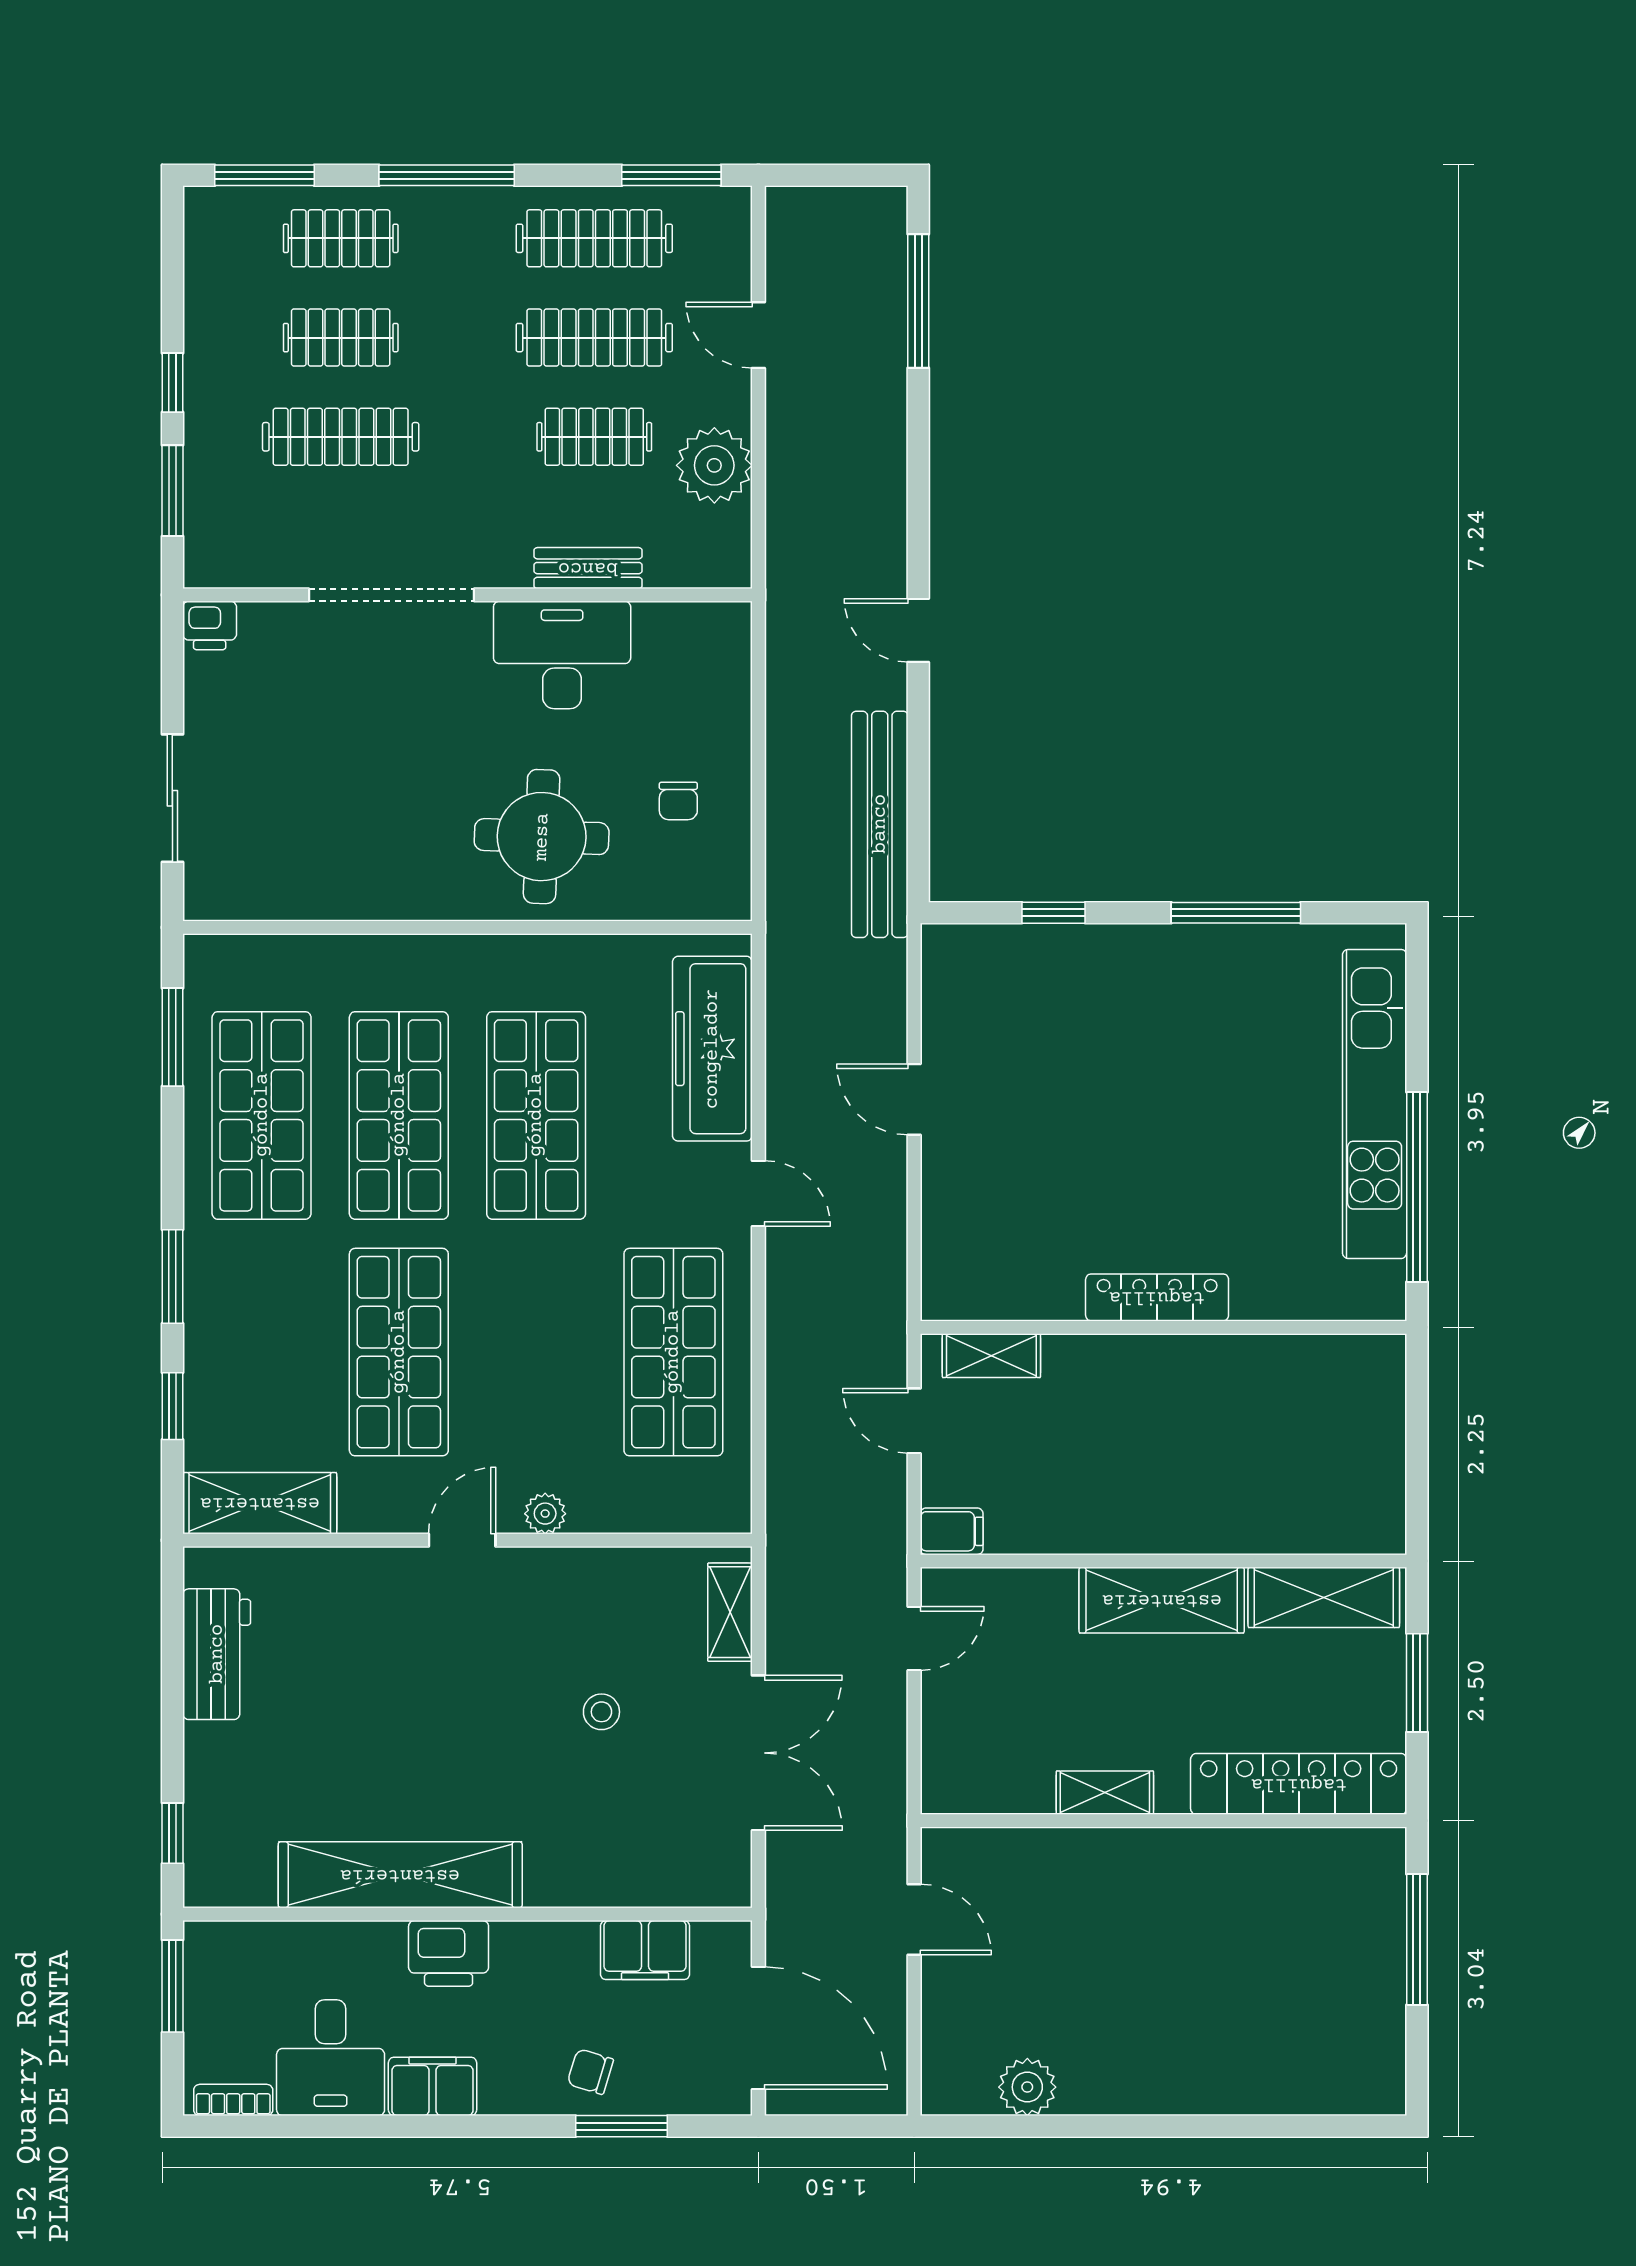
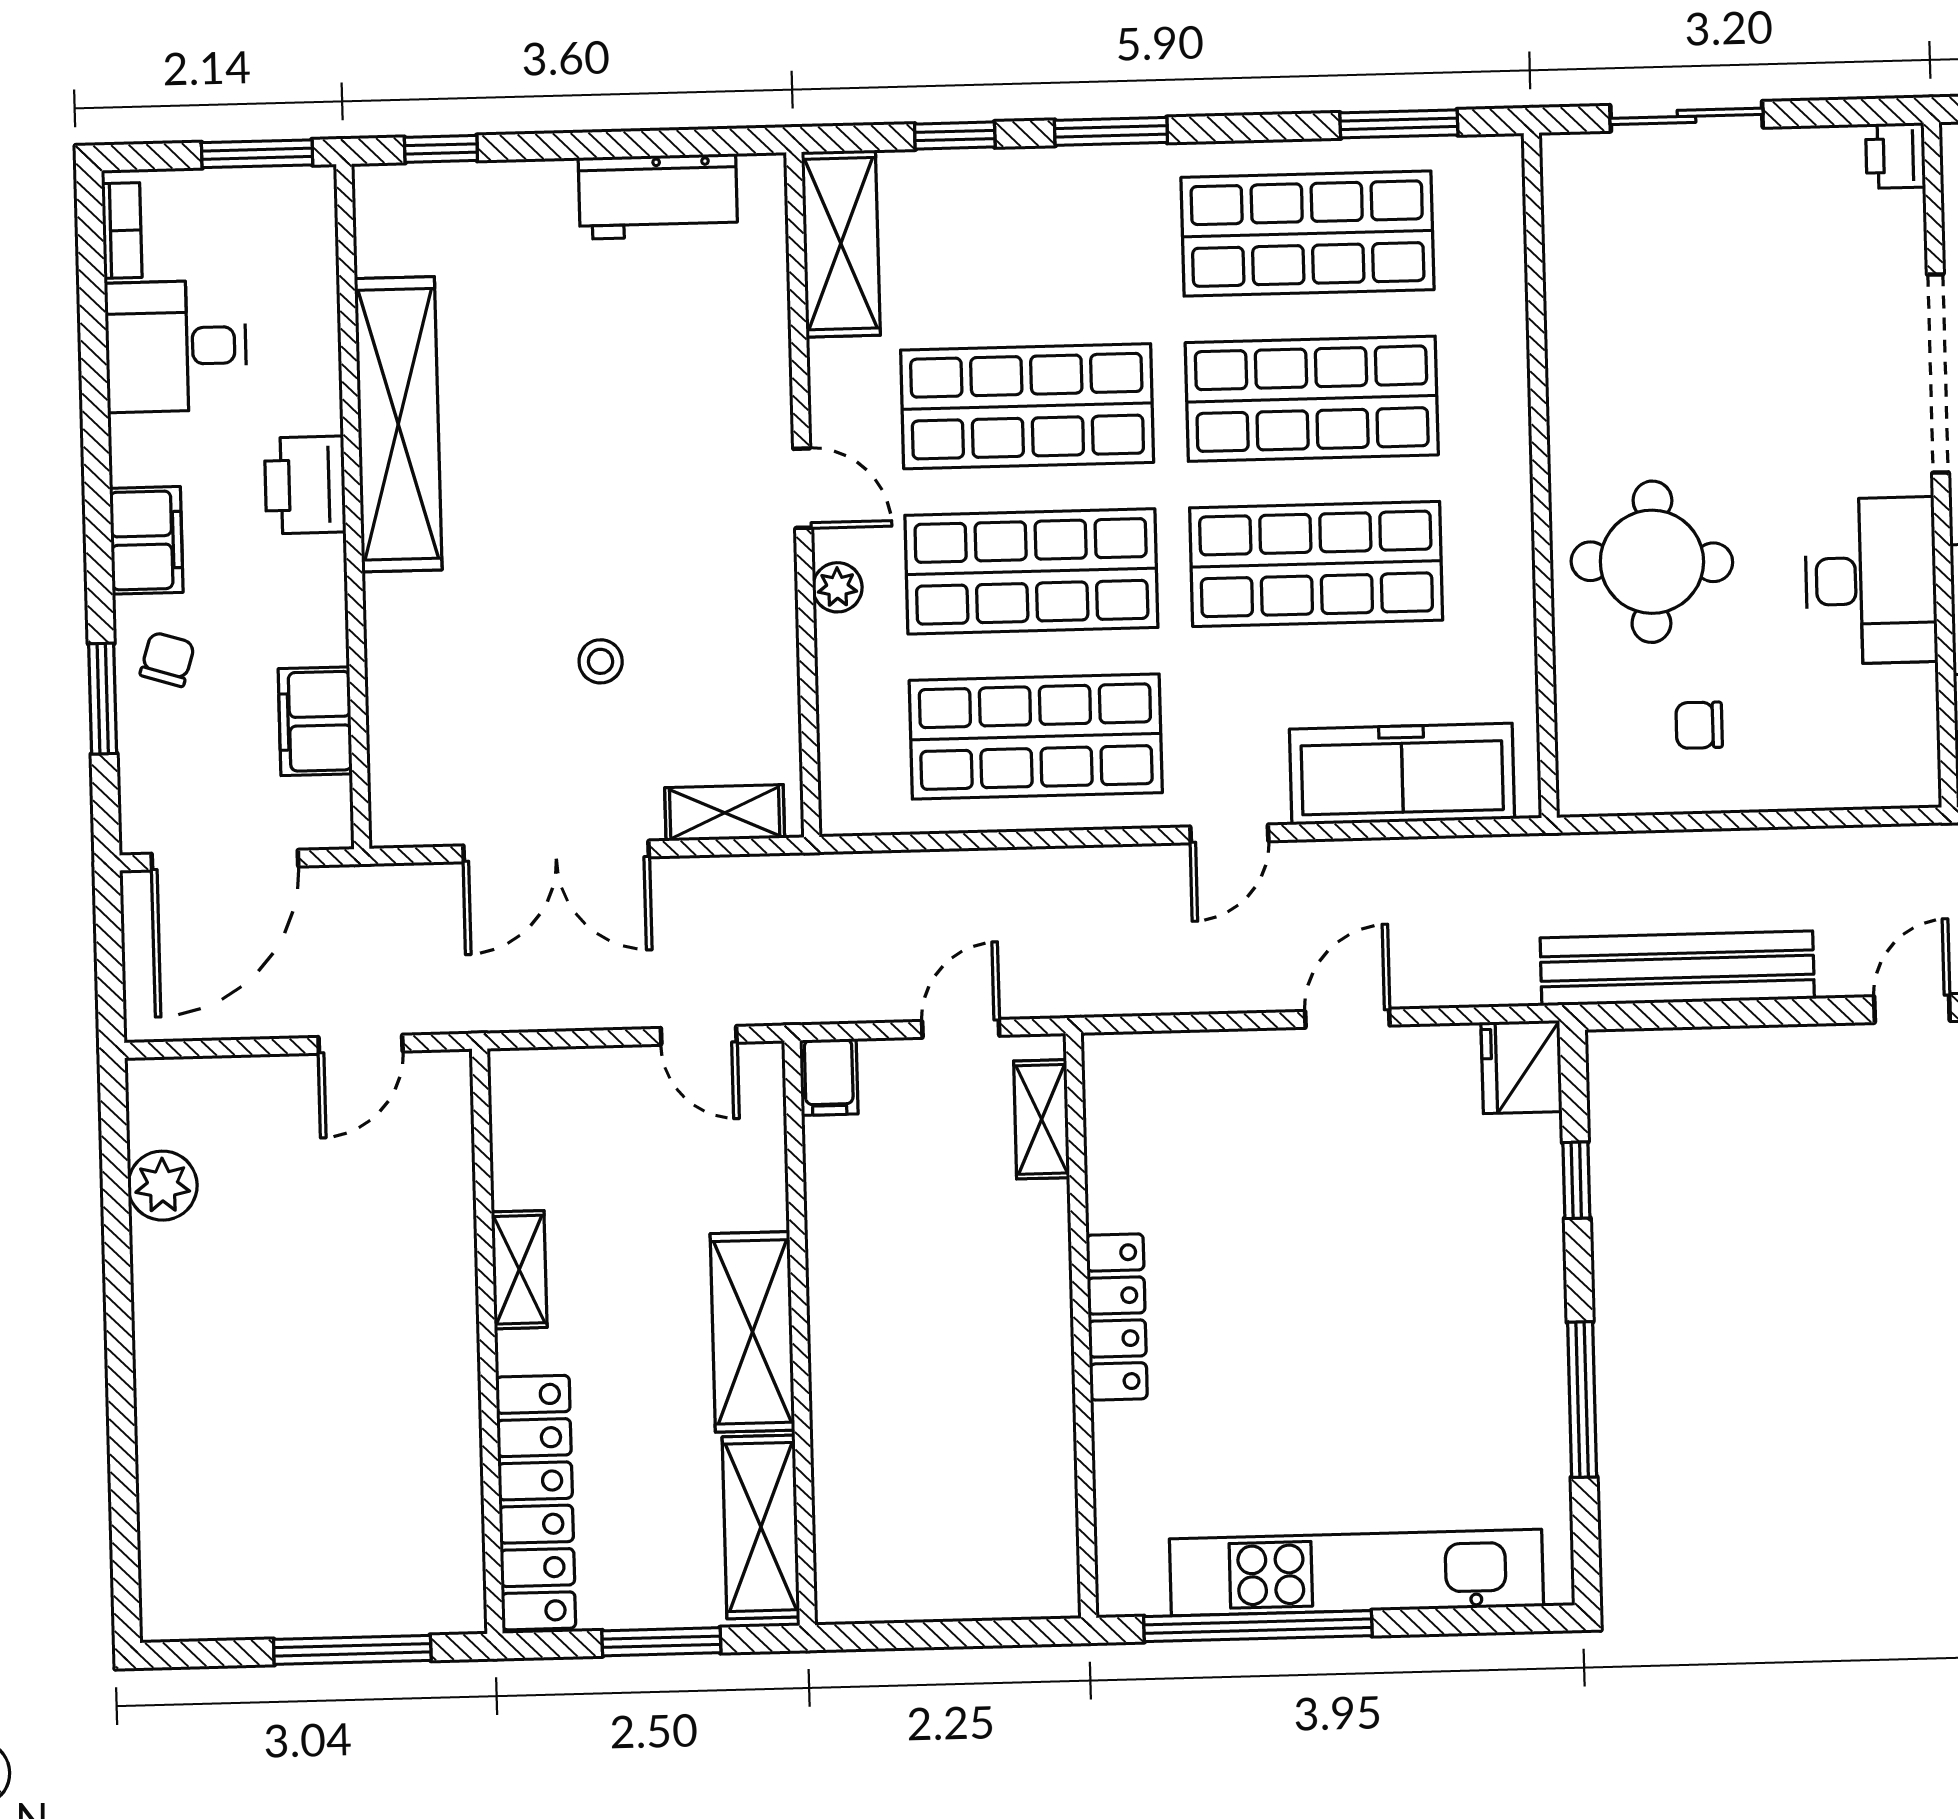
fridge: (958, 956) -> (1521, 1067), added
shop shelf: (536, 1352) -> (1031, 571), added
filing cabinet: (433, 2086) -> (146, 540), moved

